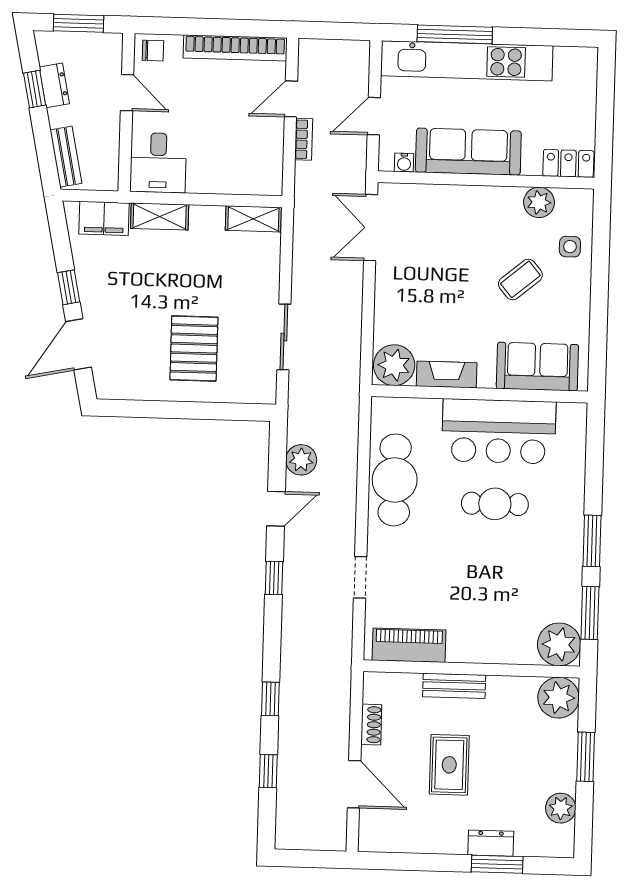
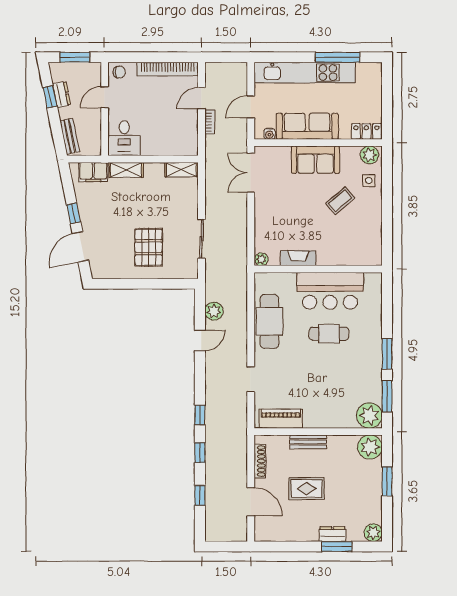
window: (455, 34) -> (337, 57), moved
door: (127, 93) -> (105, 97), swing flipped
plant: (539, 202) -> (369, 155), moved
plant: (394, 365) -> (261, 259), width x0.53, depth x0.53
sofa: (537, 367) -> (315, 160), moved, turned 180
window: (274, 578) -> (200, 415), moved
shoe rack: (371, 725) -> (260, 461), width x1.43
rug: (449, 765) -> (307, 489), turned 90
plant: (561, 808) -> (373, 533), moved

